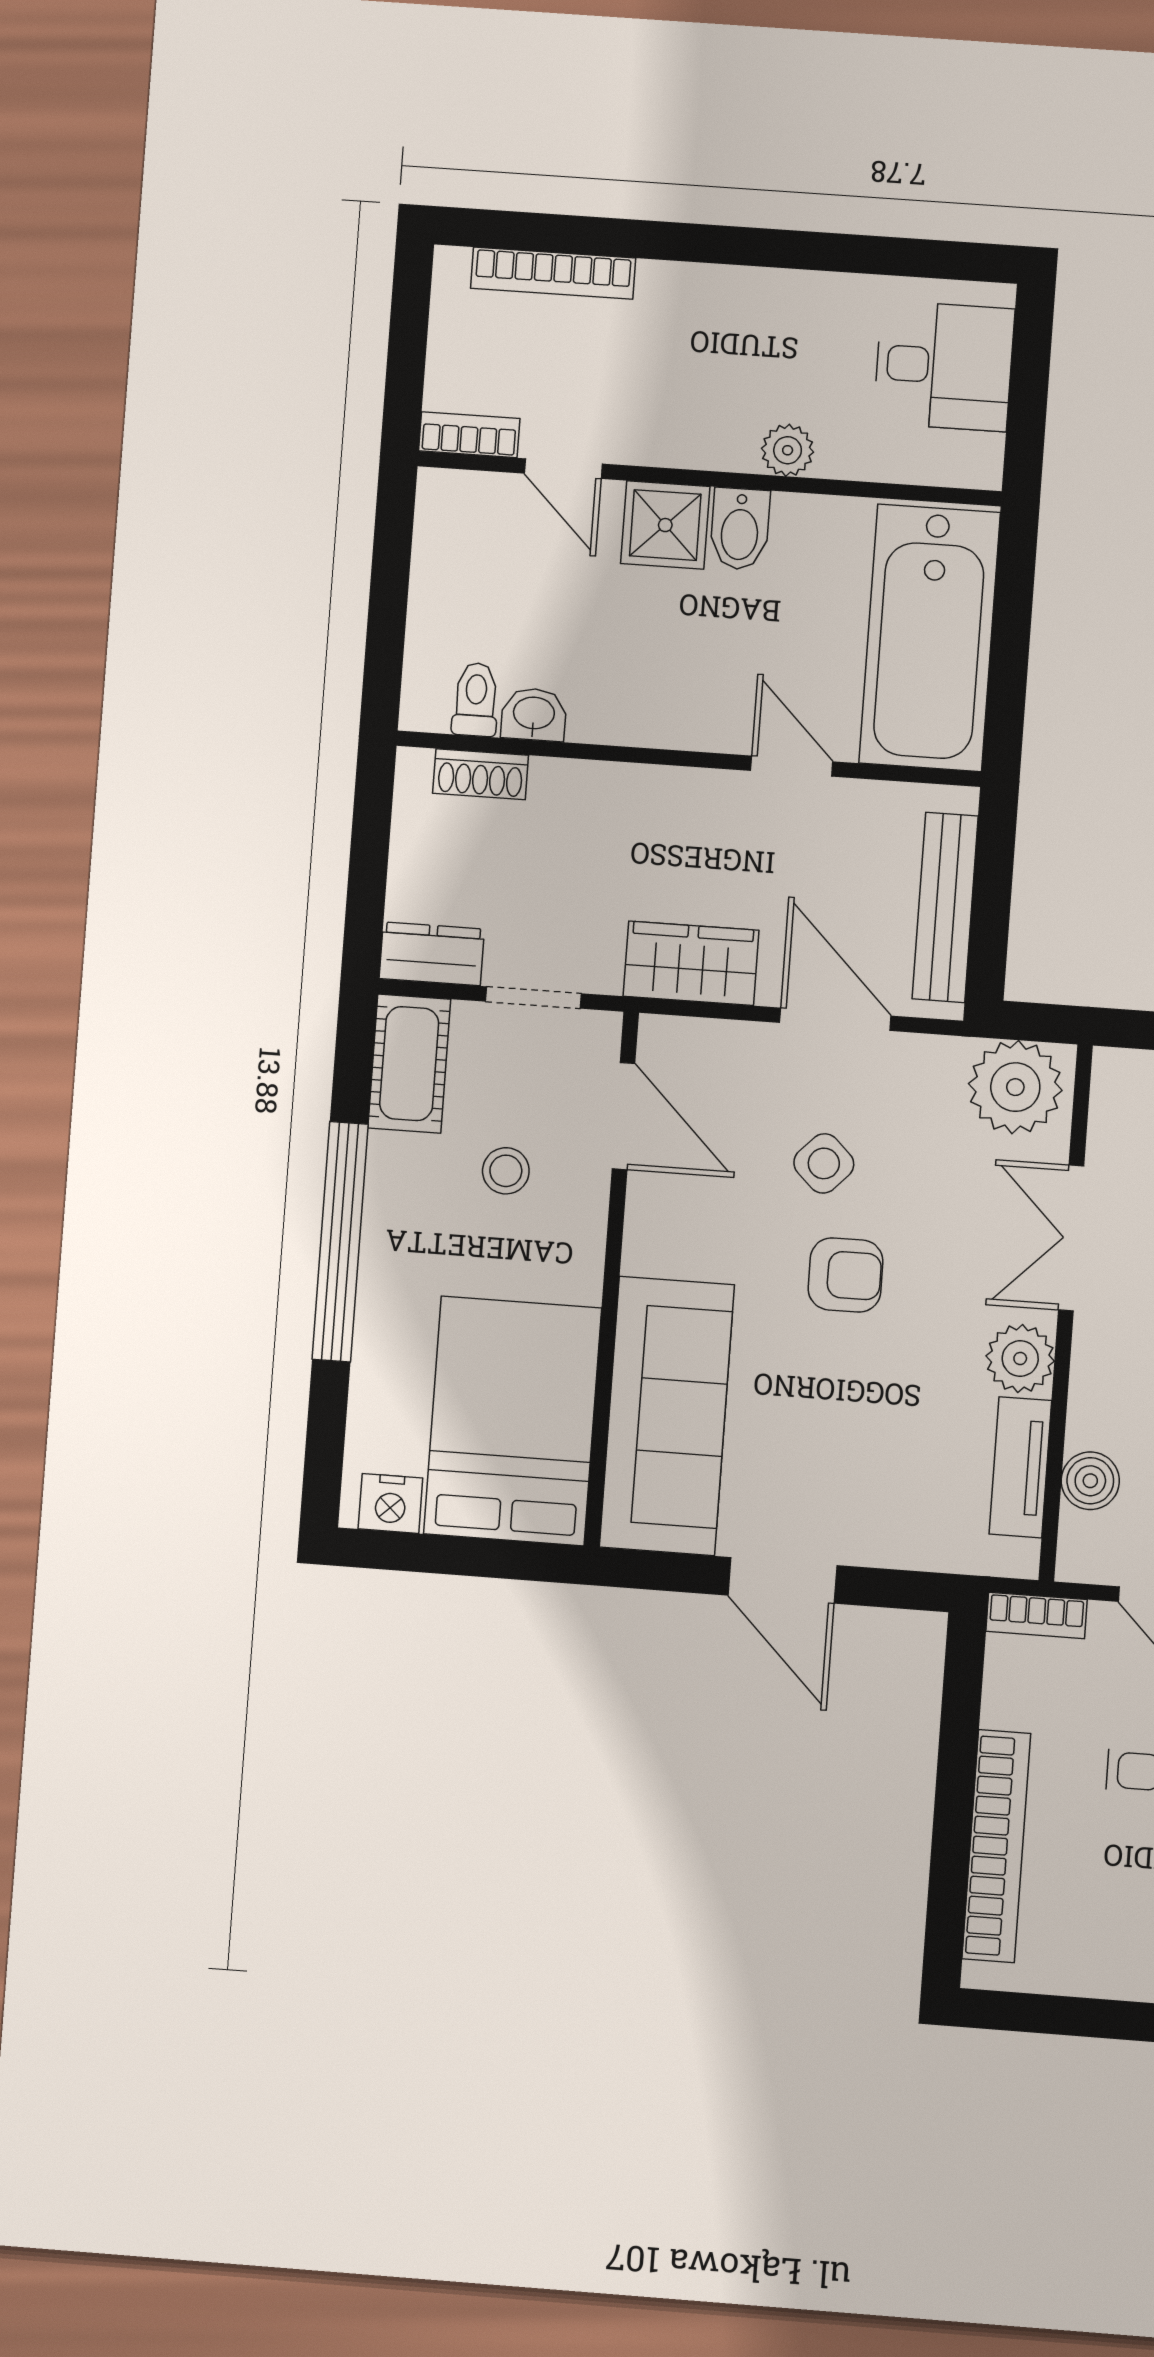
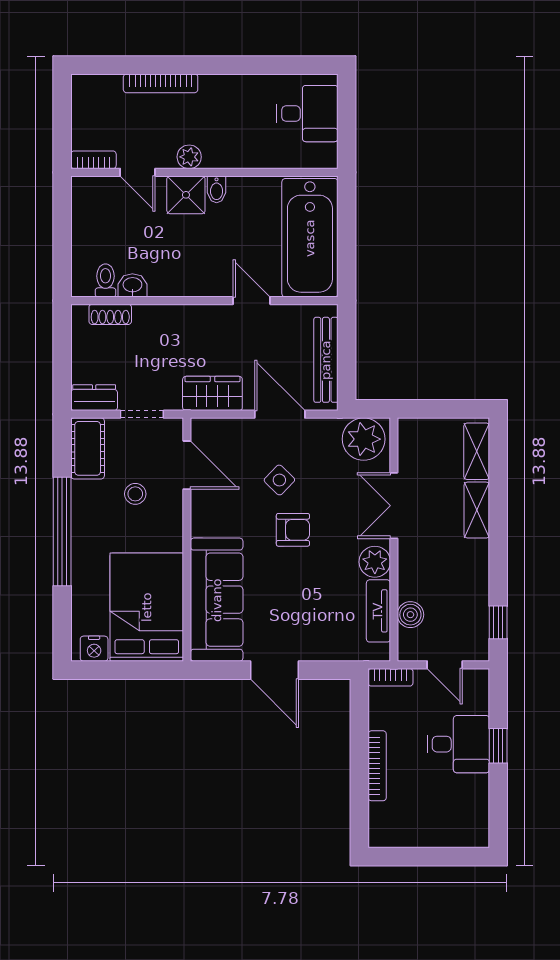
bookcase: (553, 273) -> (161, 83), moved
plant: (788, 450) -> (189, 157), moved
bidet: (740, 529) -> (217, 189), width x0.72, depth x0.74
bookcase: (996, 1846) -> (377, 766), width x0.68, depth x0.76

